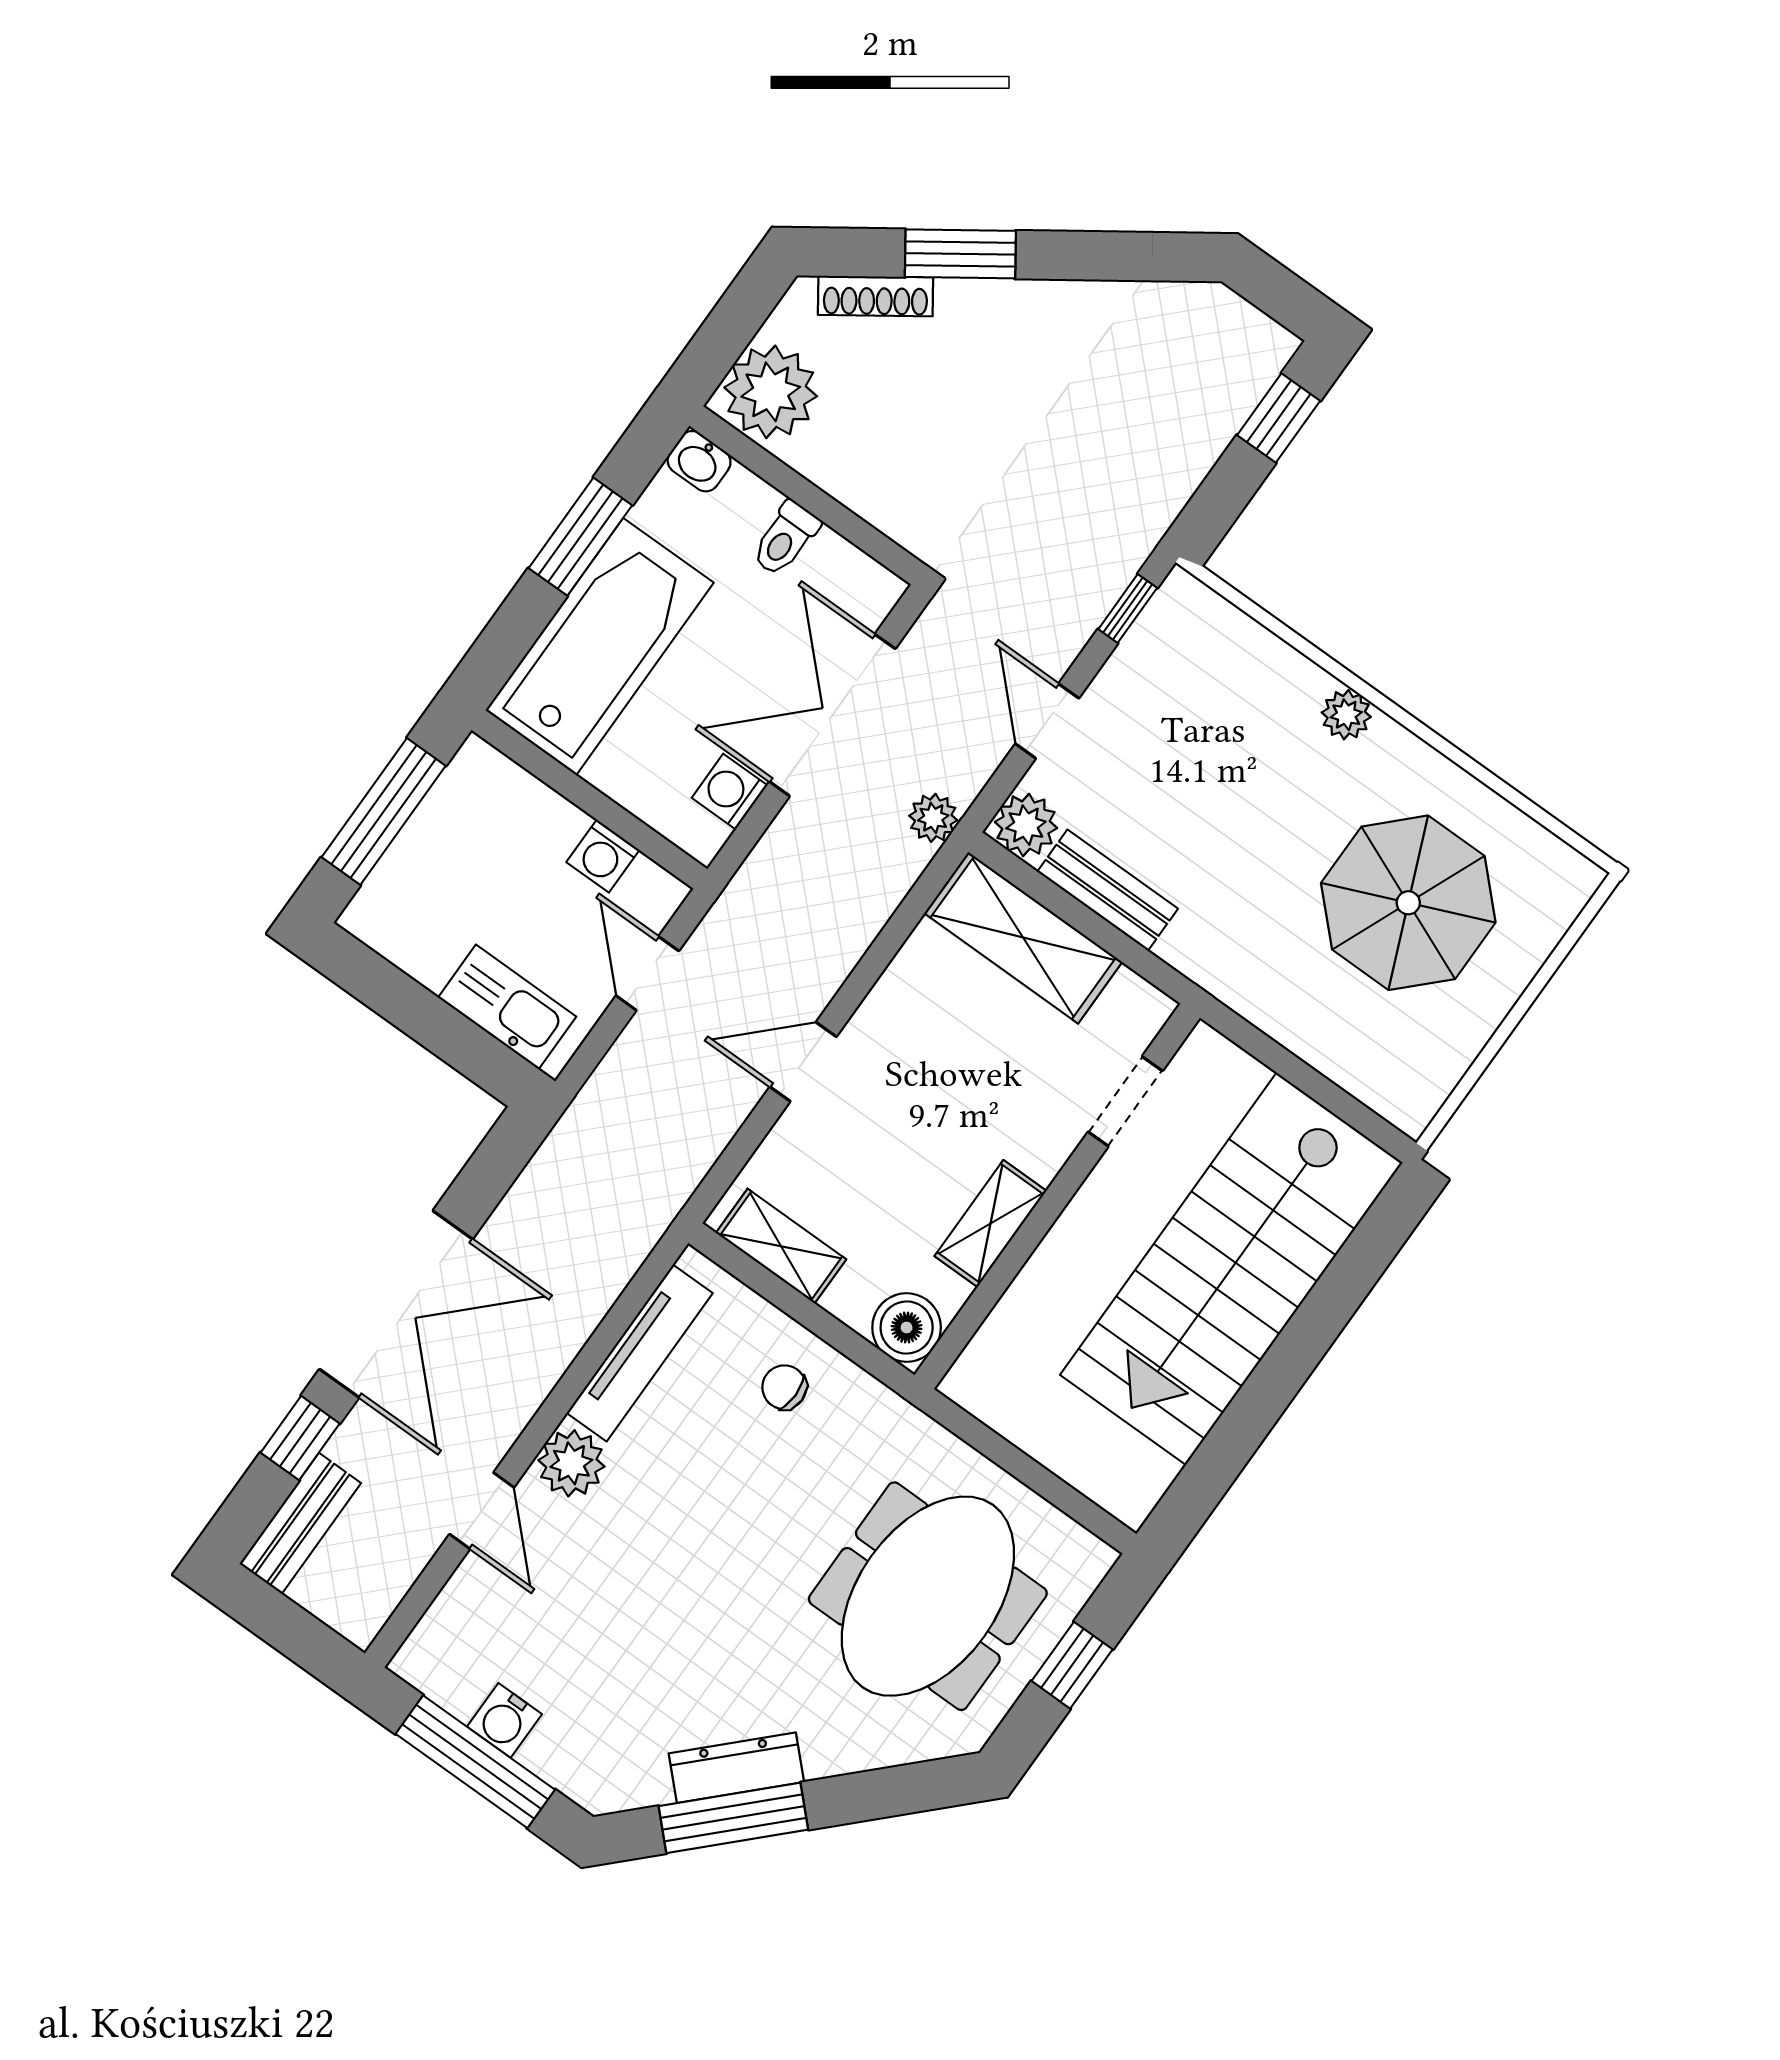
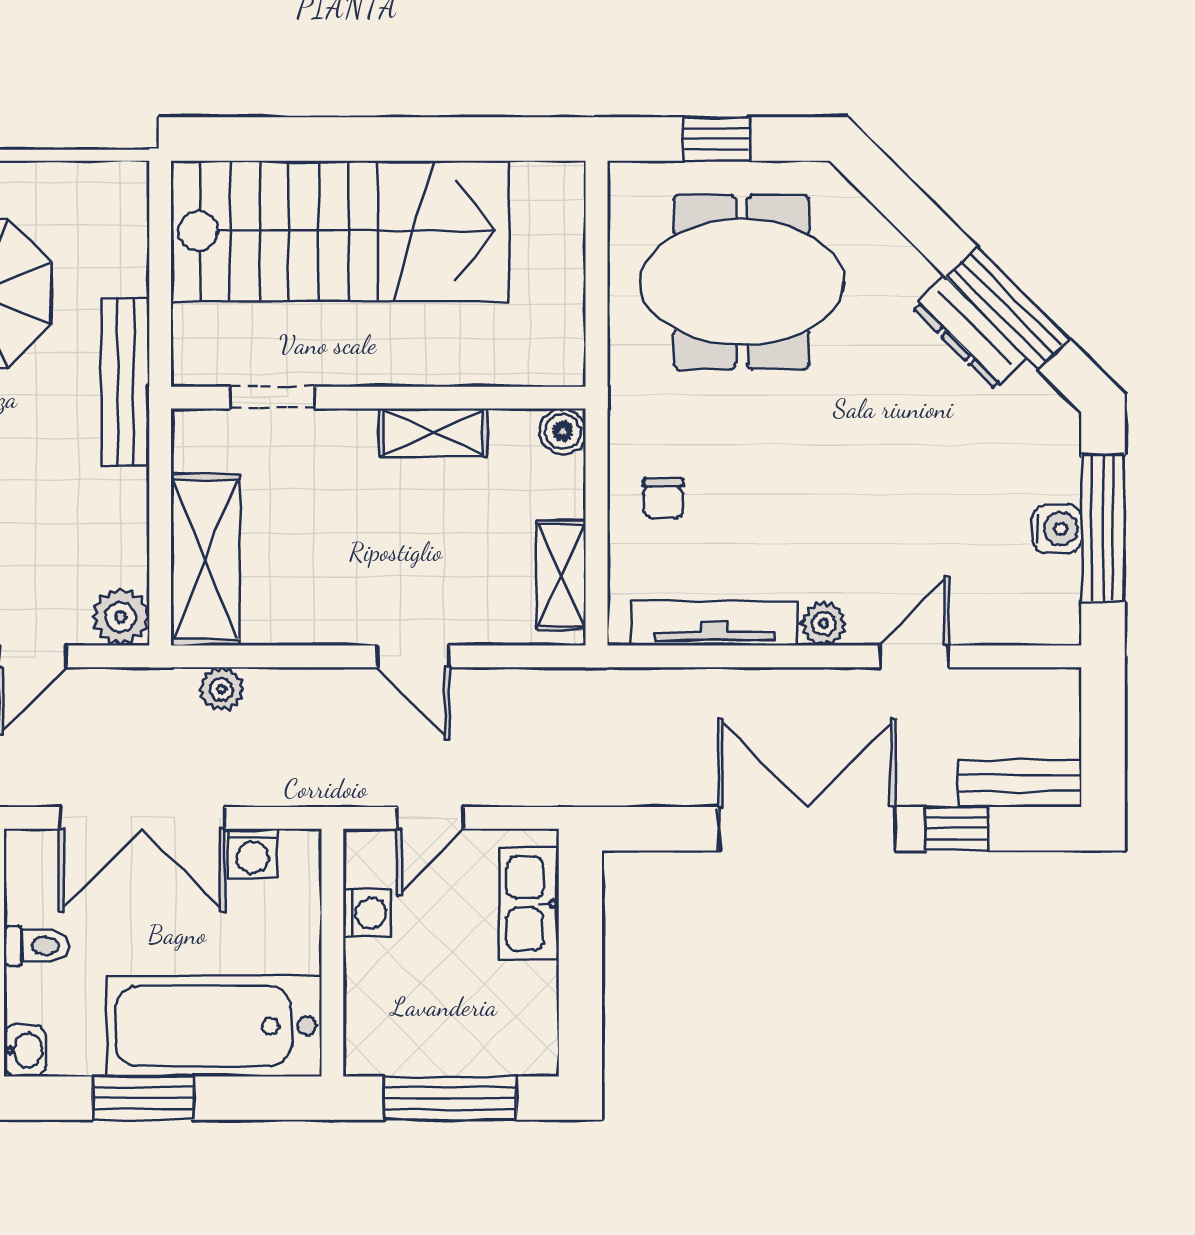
plant: (933, 818) -> (221, 689), moved
bench: (1108, 890) -> (126, 382), moved, width x1.36
boiler: (907, 1327) -> (563, 431), width x0.73, depth x0.73
plant: (571, 1463) -> (824, 623), width x0.73, depth x0.73

